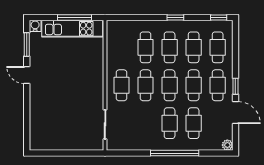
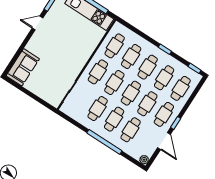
cafe table: (122, 47) -> (115, 46), added
door: (27, 75) -> (37, 23), hinge flipped
cafe table: (146, 123) -> (98, 109), added
sofa: (41, 130) -> (23, 67), added

